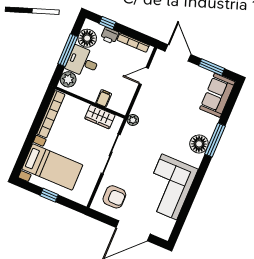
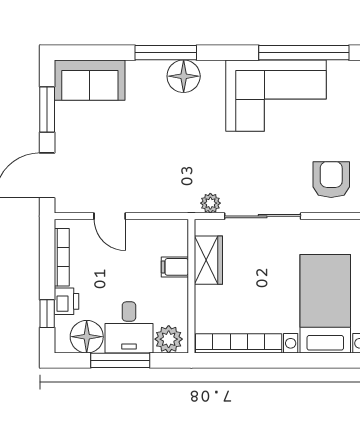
plant: (133, 120) -> (210, 203), moved
window: (185, 210) -> (304, 53), added

